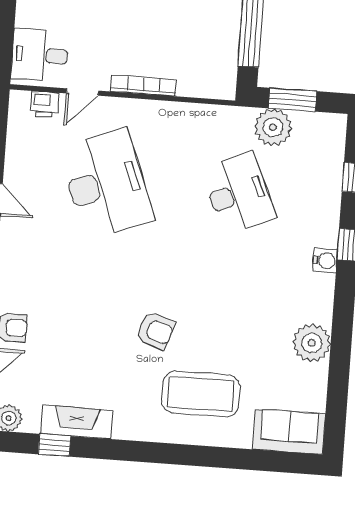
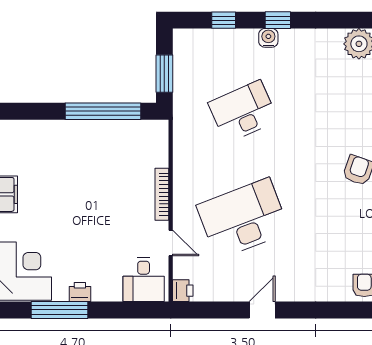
printer: (44, 104) -> (183, 291), moved
plant: (273, 127) -> (188, 88), removed
water cooler: (325, 261) -> (268, 38), moved

